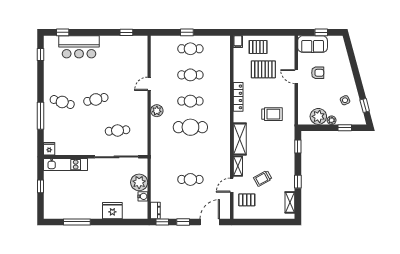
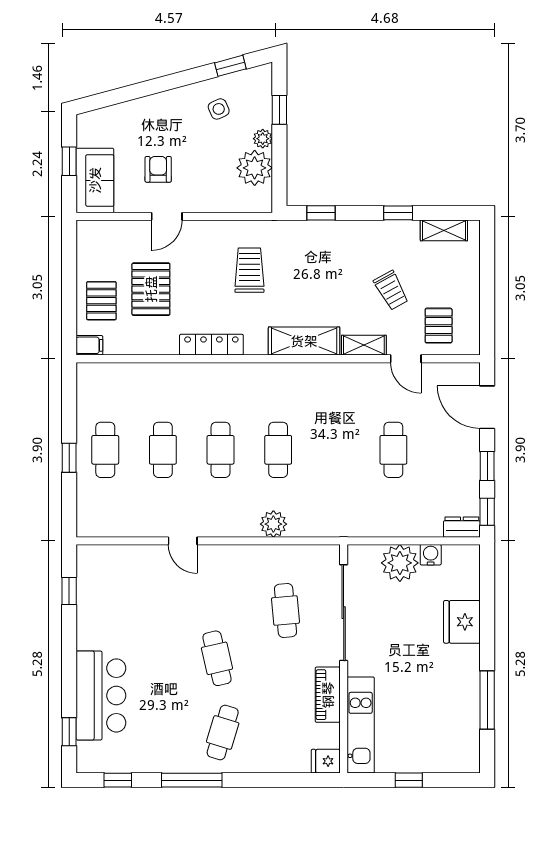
plant: (157, 111) -> (273, 524), moved
window: (41, 116) -> (192, 780), moved
cafe table: (190, 127) -> (278, 450), width x0.73, depth x0.74
piano: (79, 150) -> (328, 695), added

